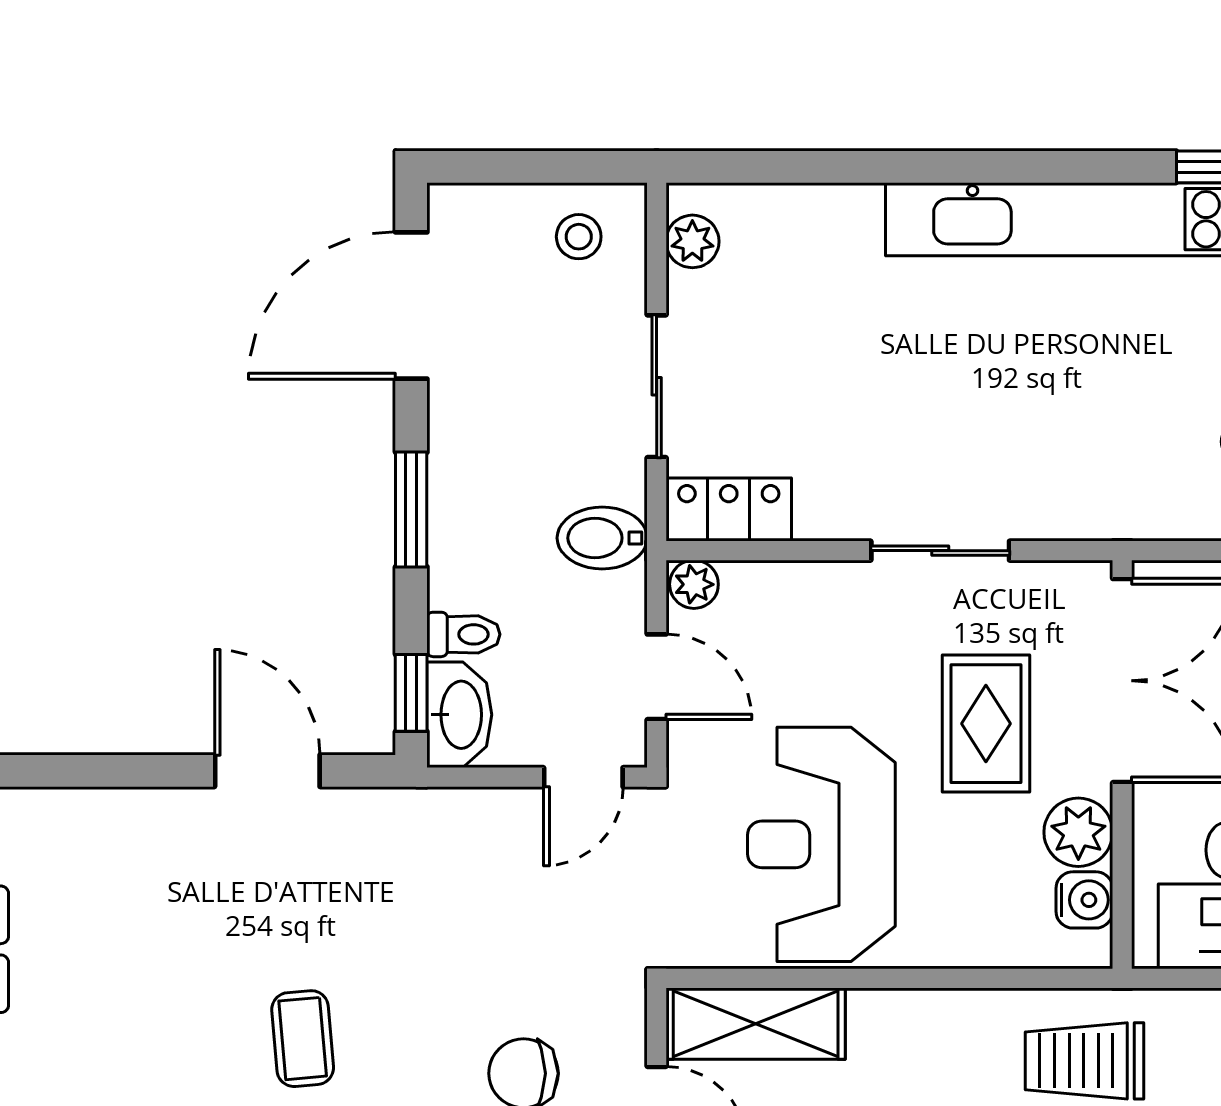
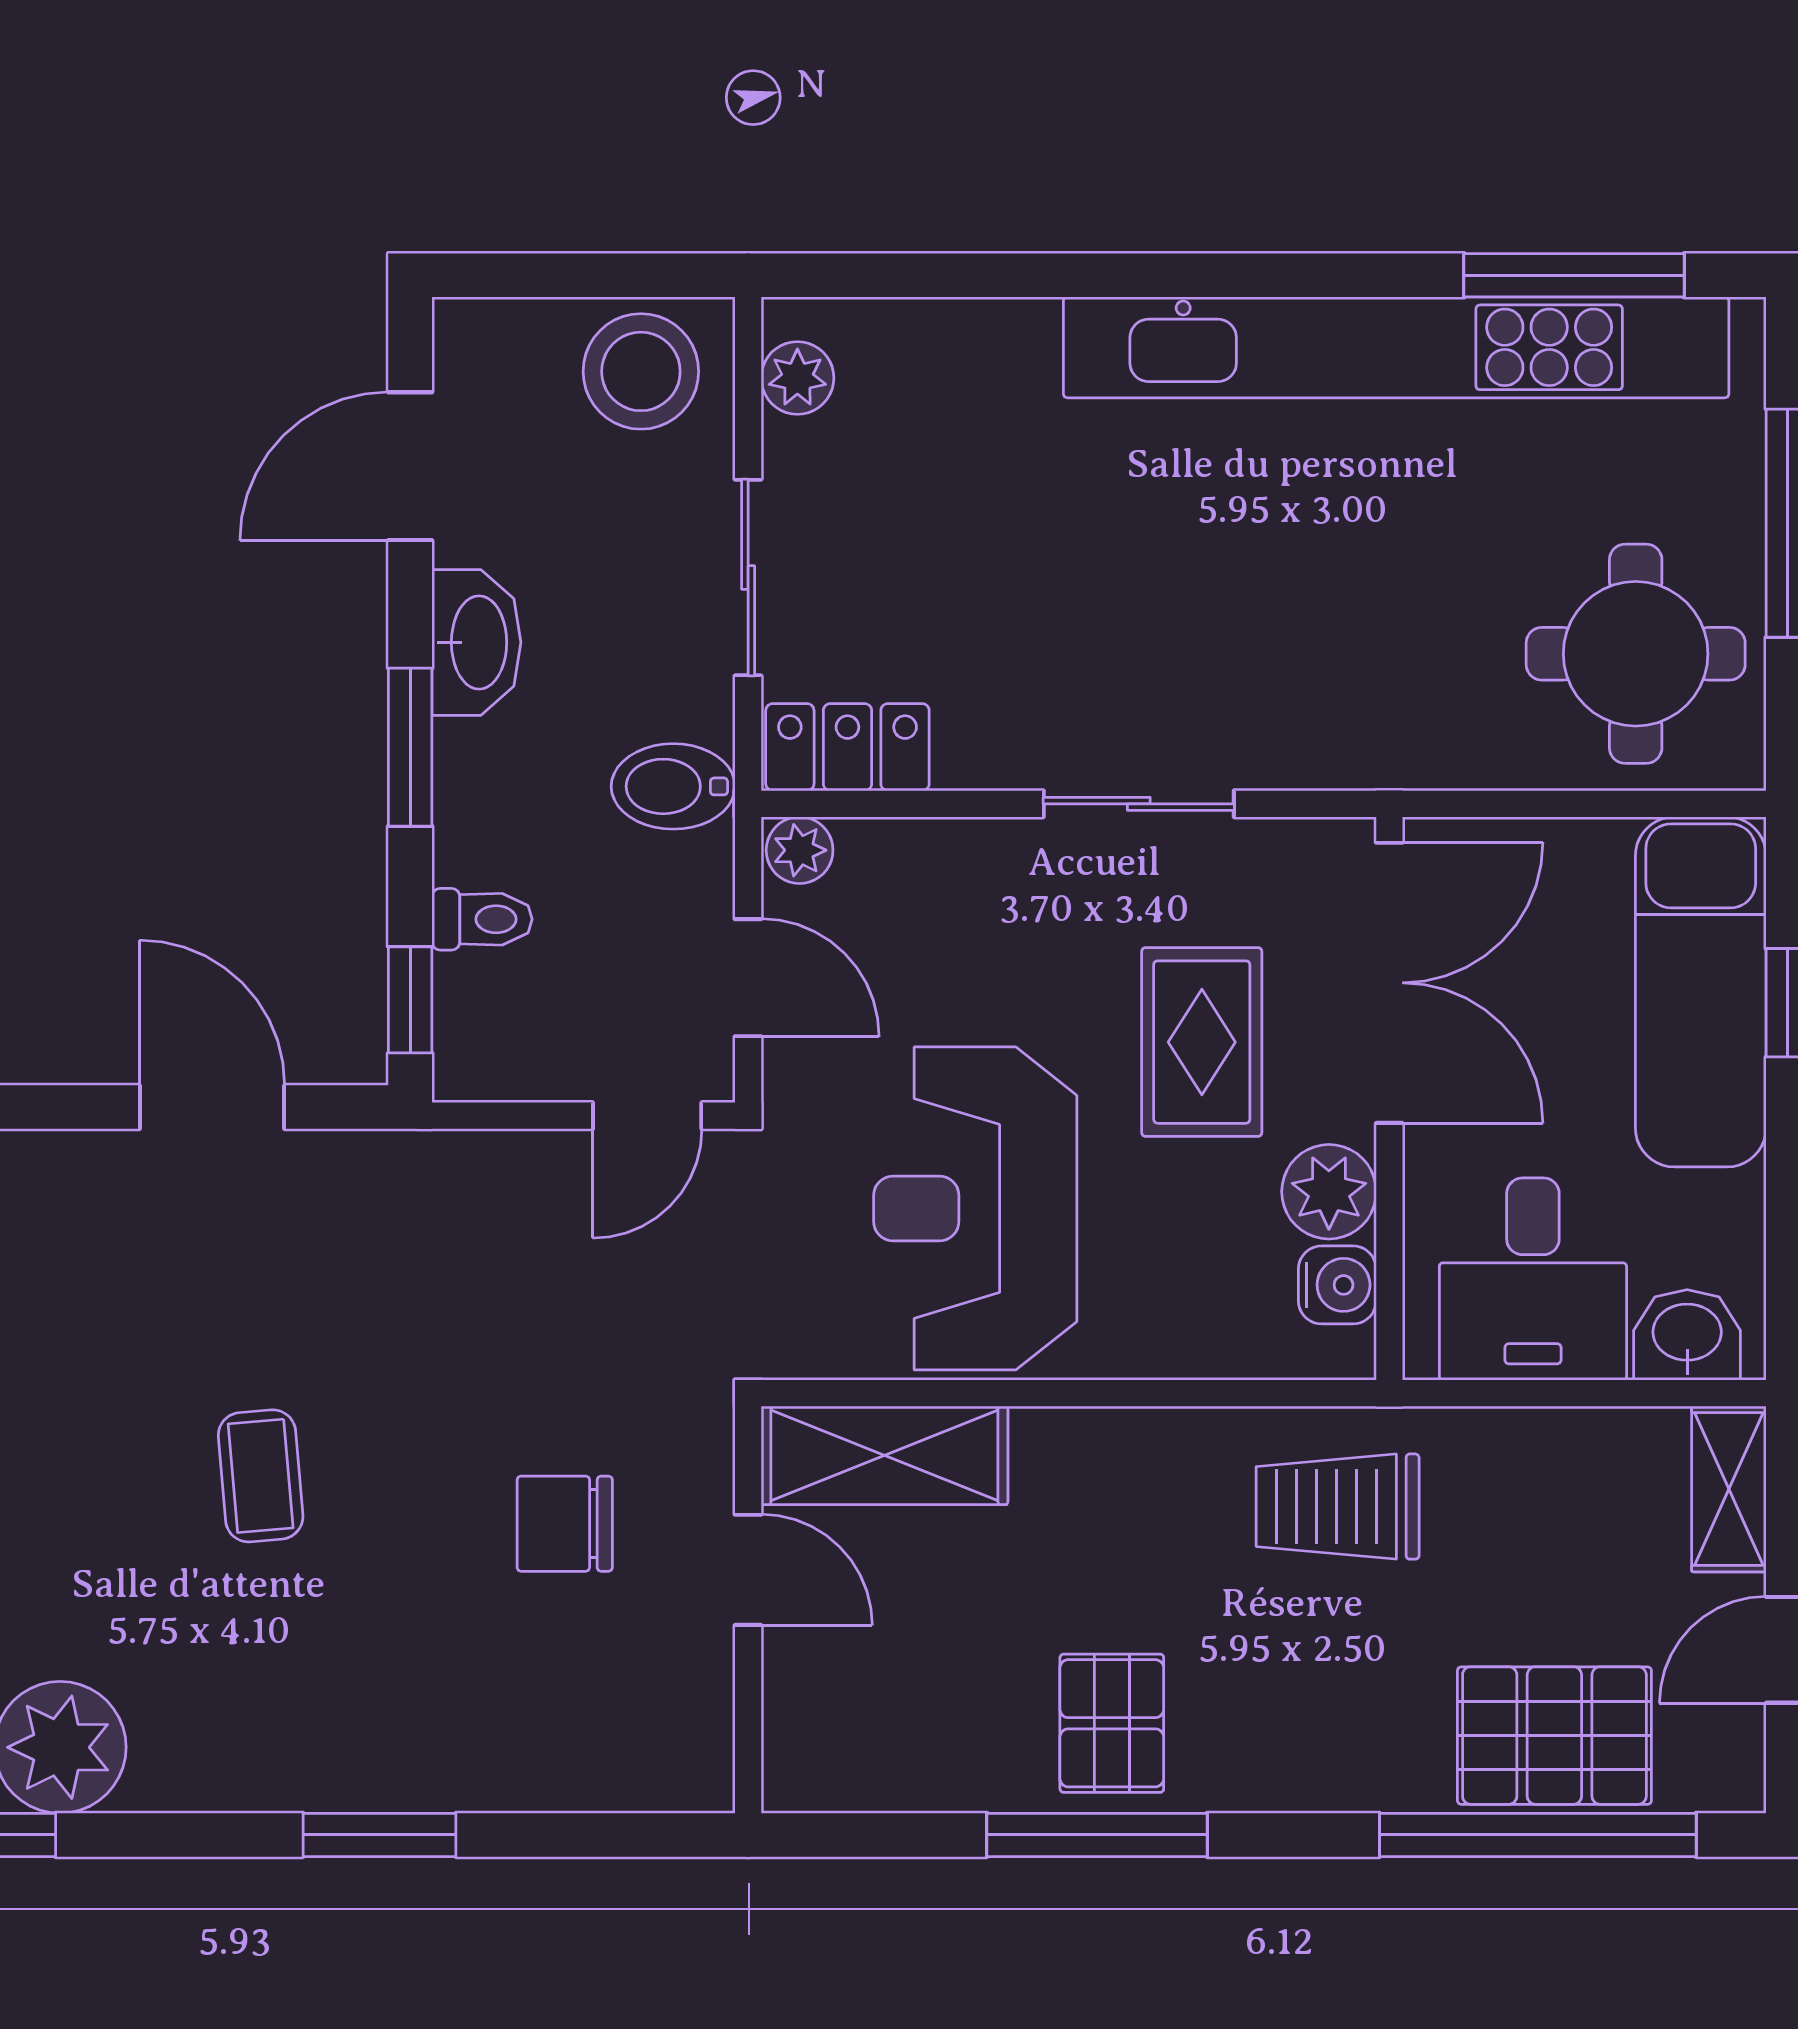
stool: (579, 237) -> (641, 371), width x1.89, depth x1.89
door: (411, 306) -> (410, 466), width x0.73
washbasin: (459, 715) -> (476, 642), moved

